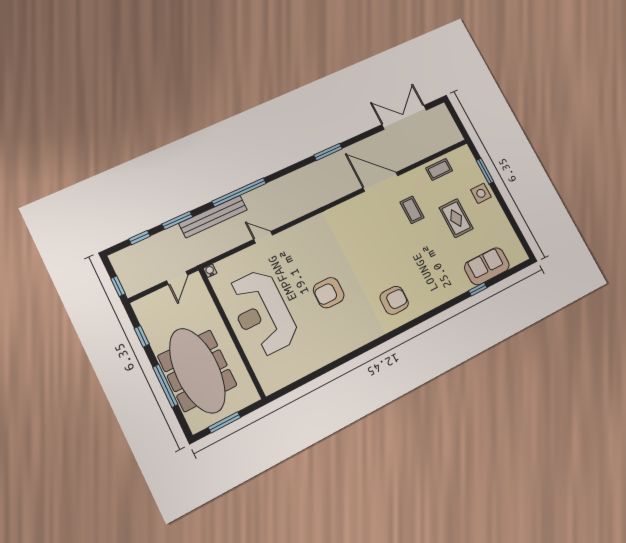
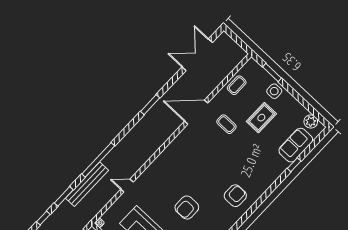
rug: (456, 218) -> (261, 118), turned 90
plant: (513, 245) -> (311, 121), added

